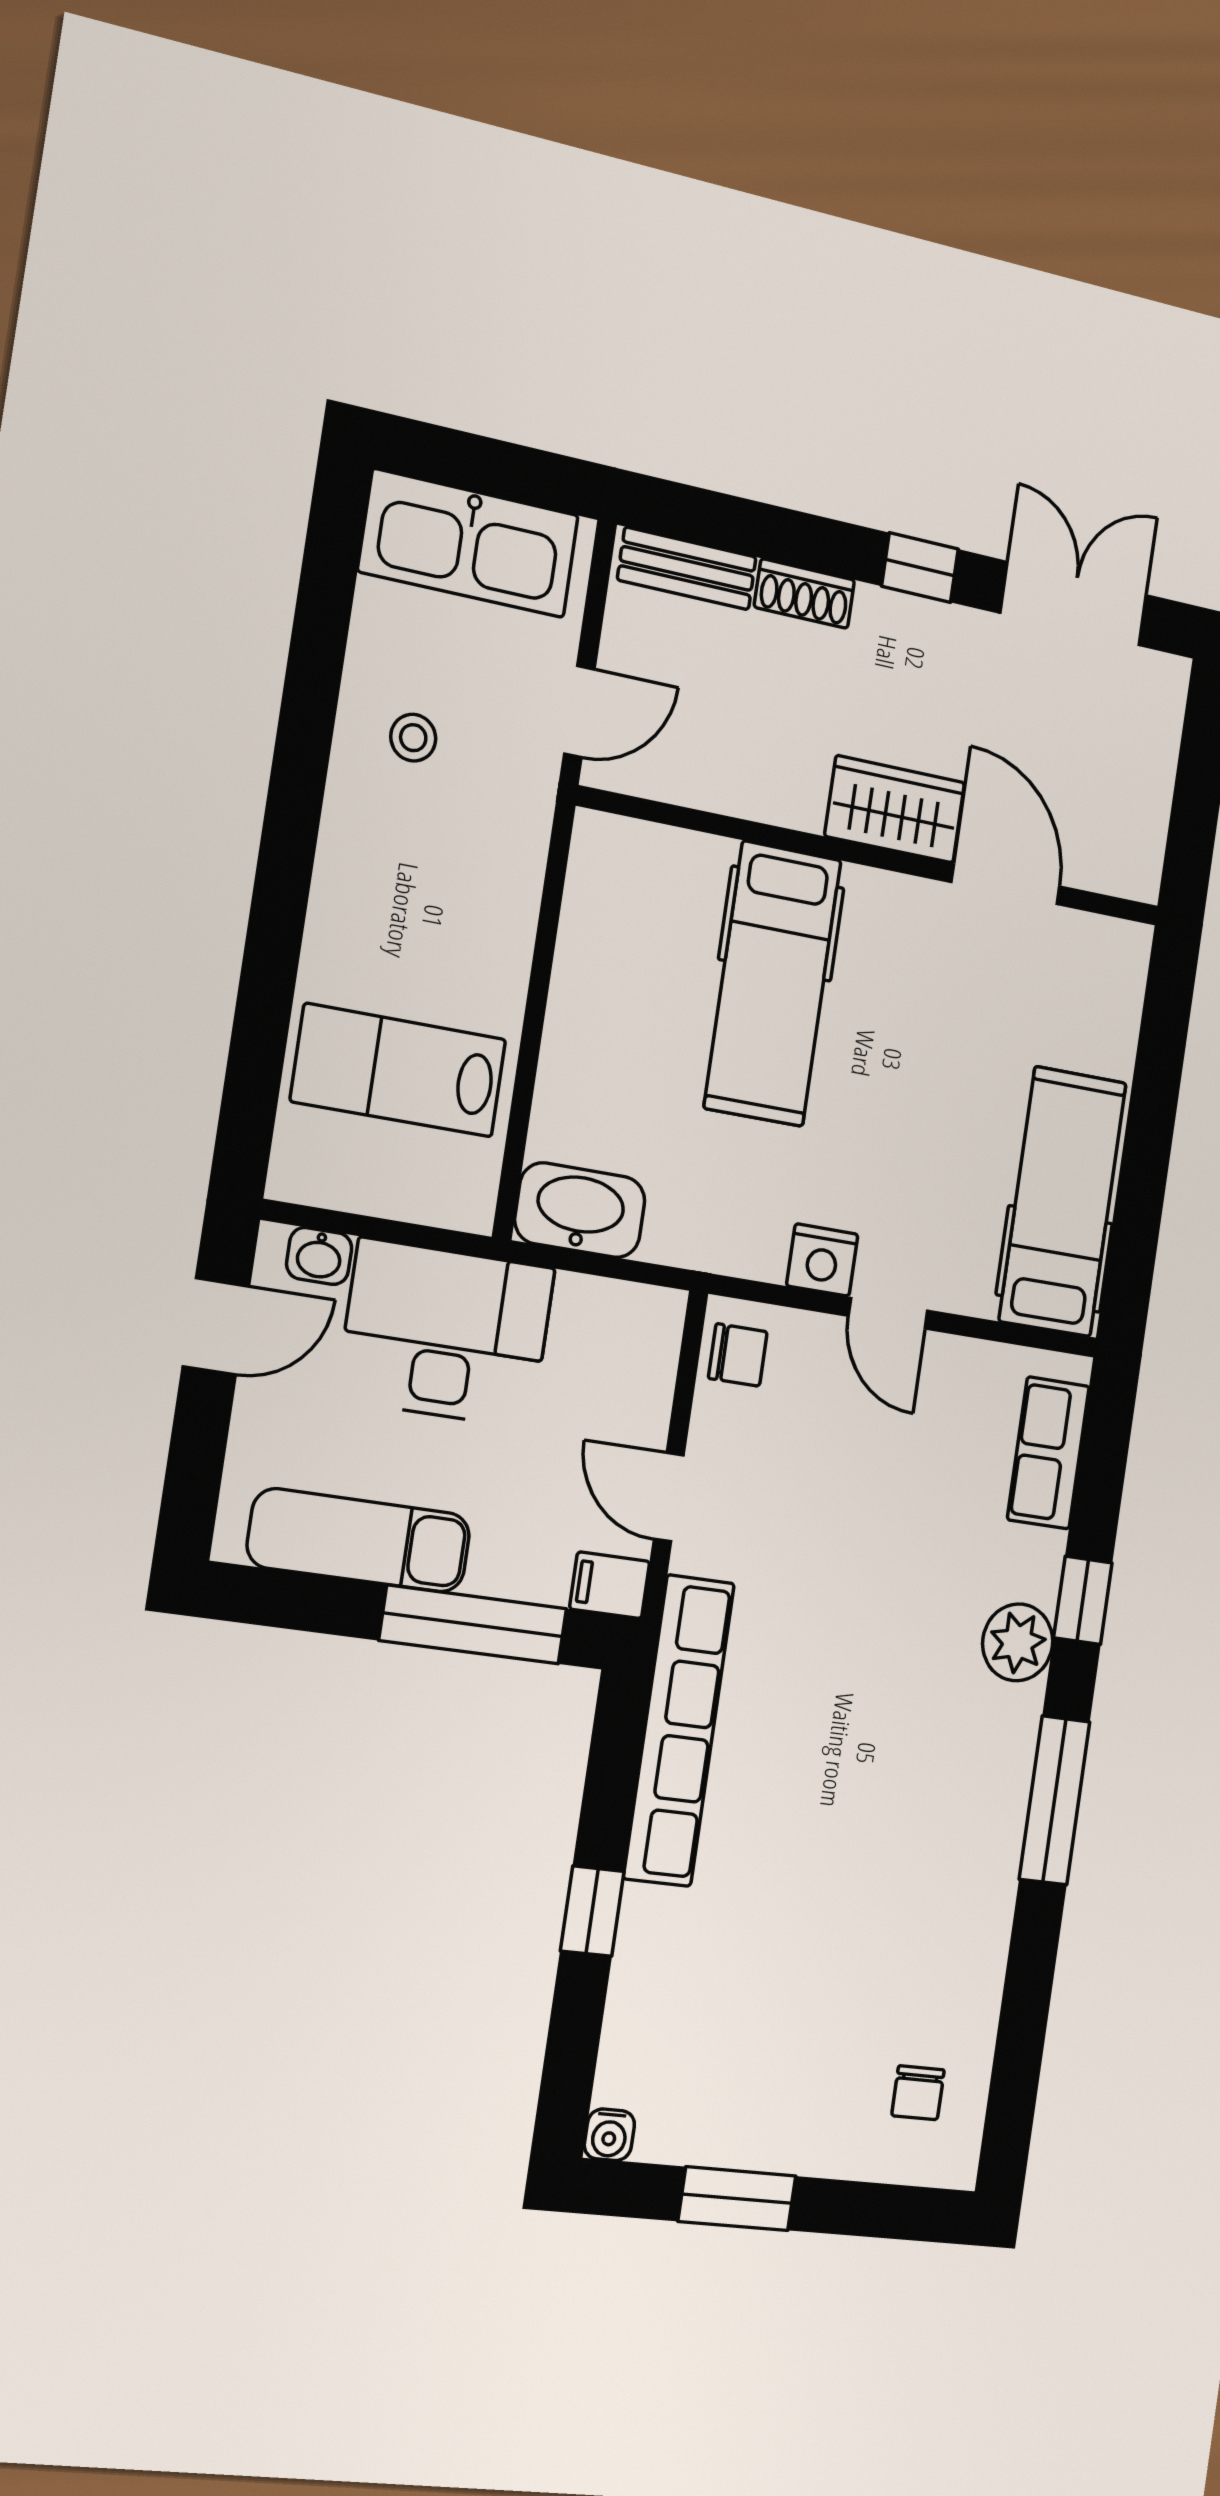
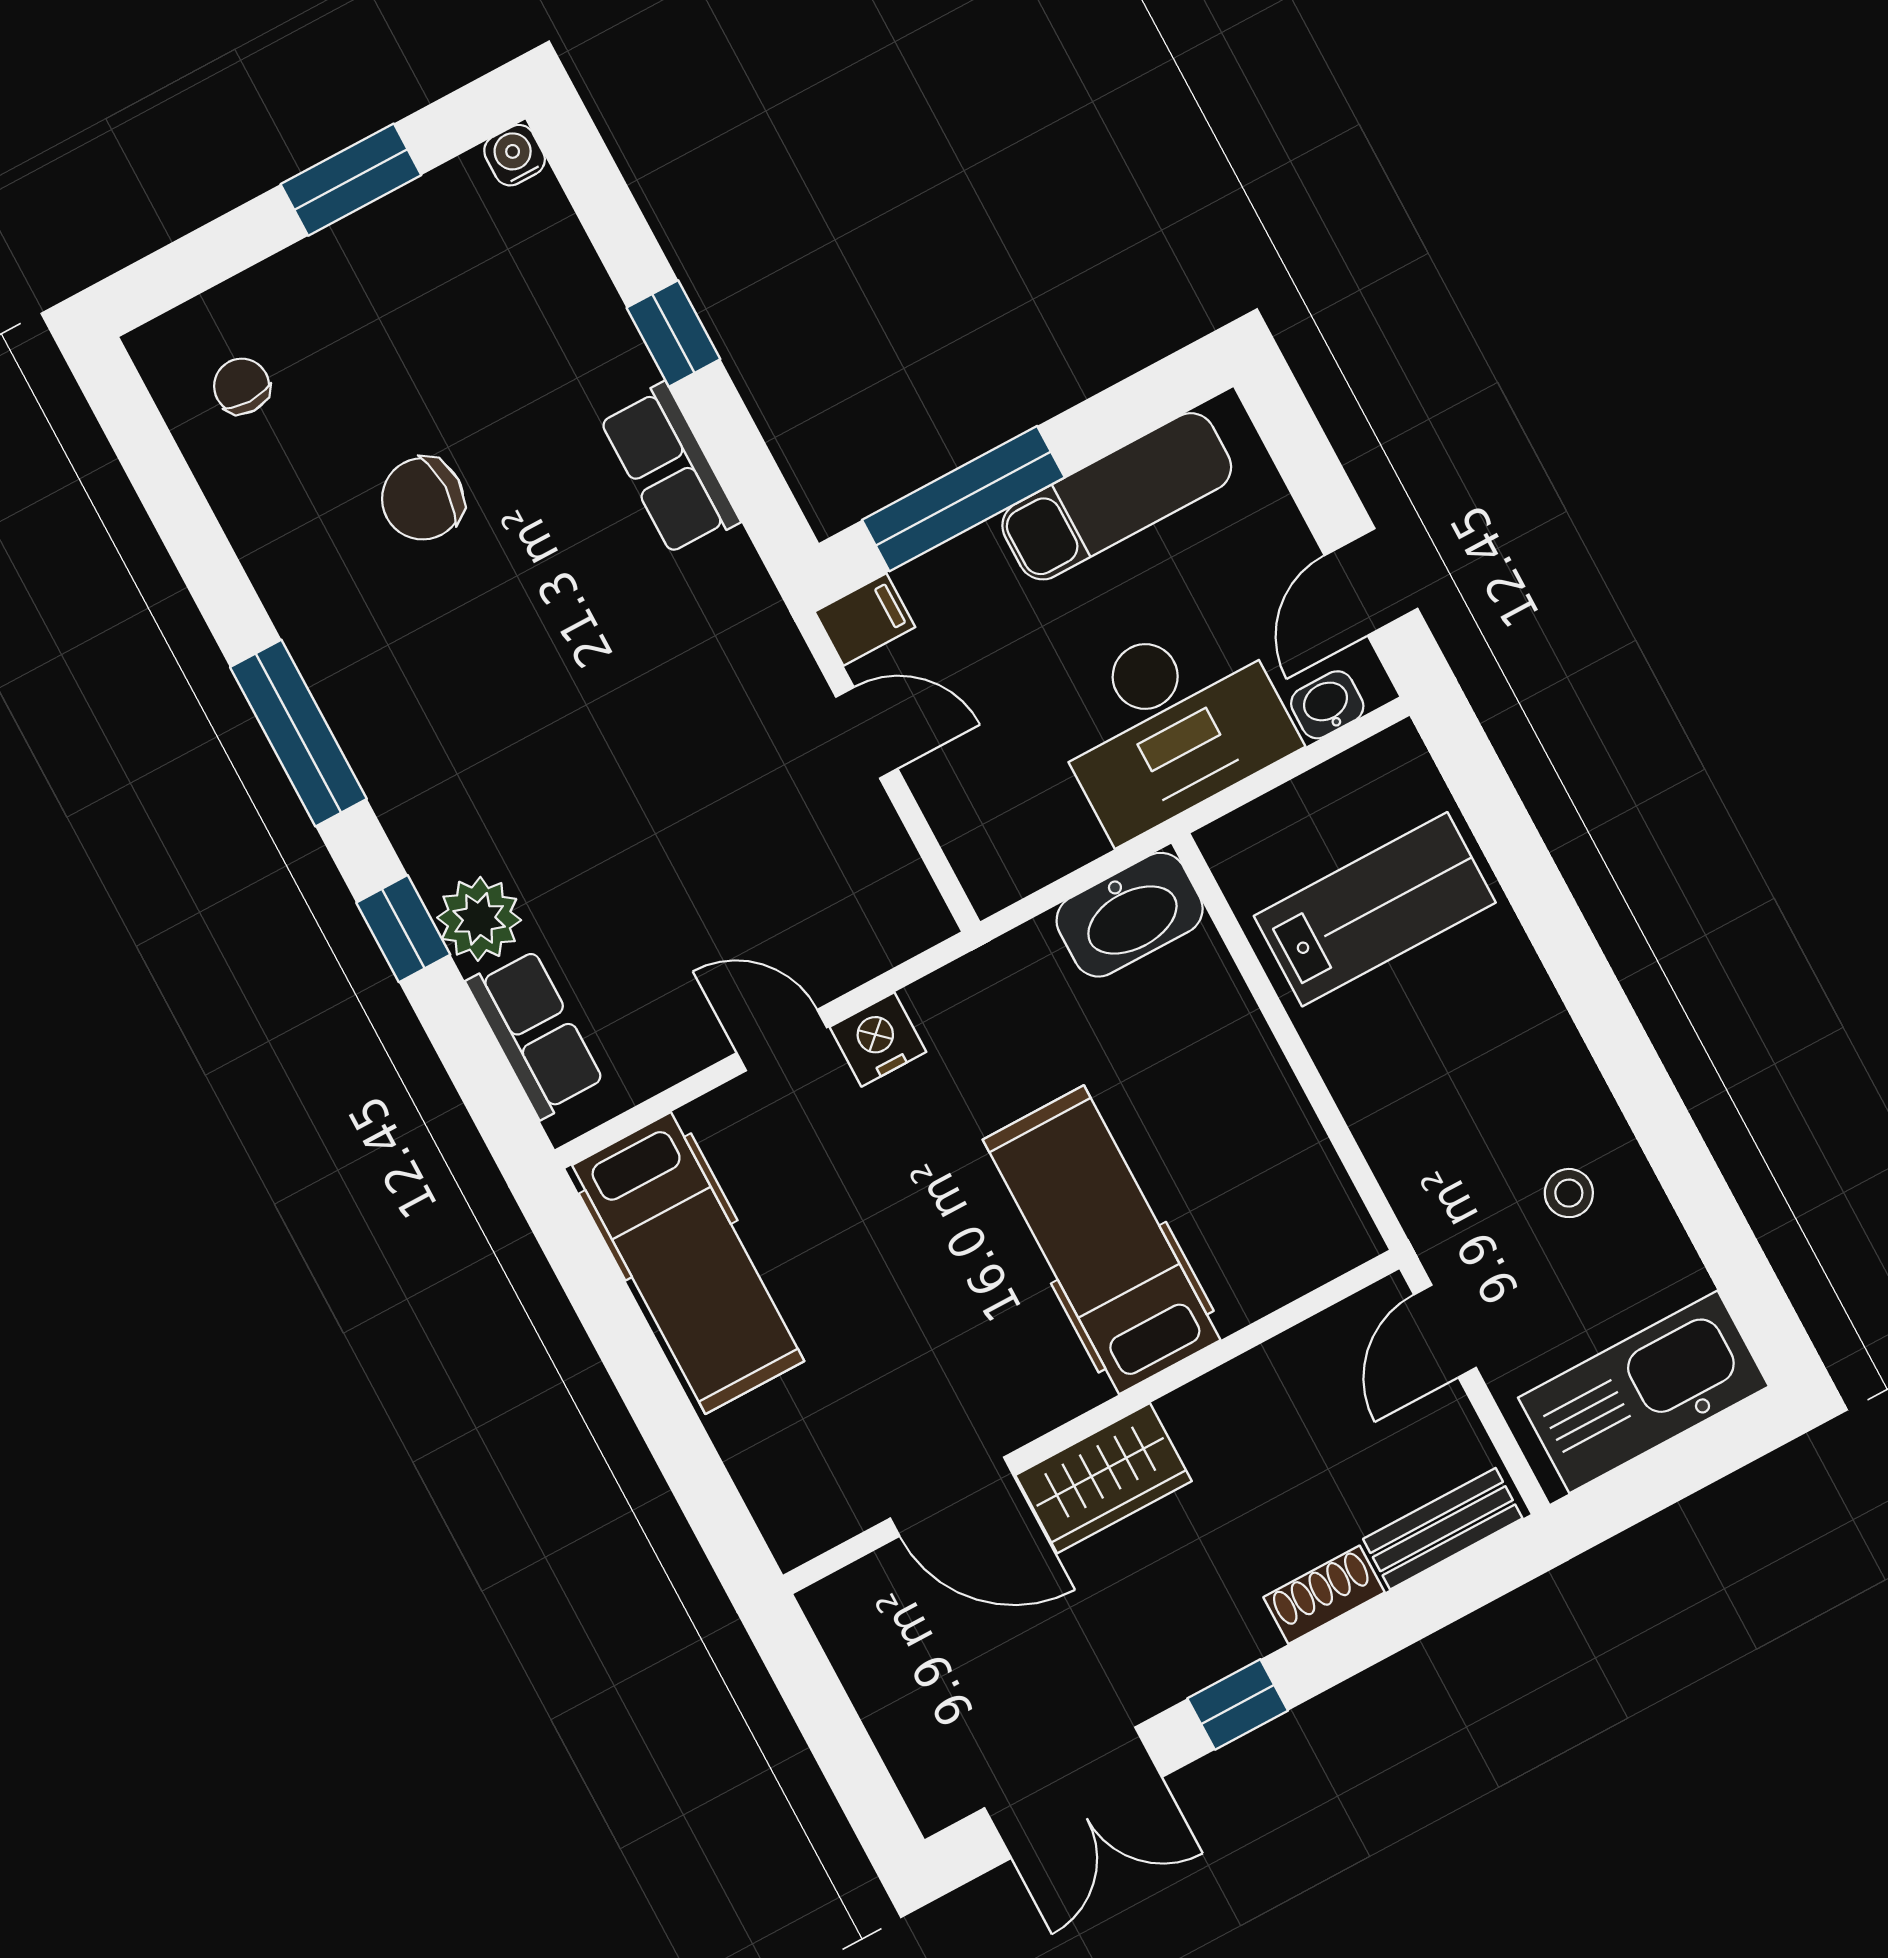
chair: (738, 1355) -> (423, 499), moved, width x1.37, depth x1.37
plant: (1018, 1642) -> (479, 919), moved
row of seats: (679, 1731) -> (669, 469), width x0.50

